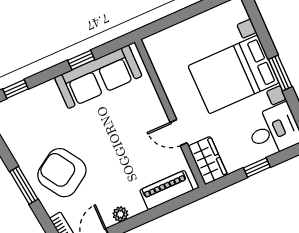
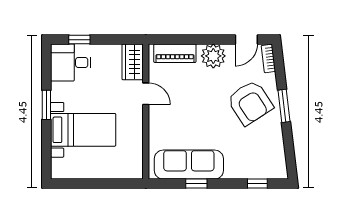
bed with nightstands: (233, 74) -> (83, 130), width x0.73
window: (257, 168) -> (79, 40), moved
plant: (120, 214) -> (213, 56), width x1.88, depth x1.88

